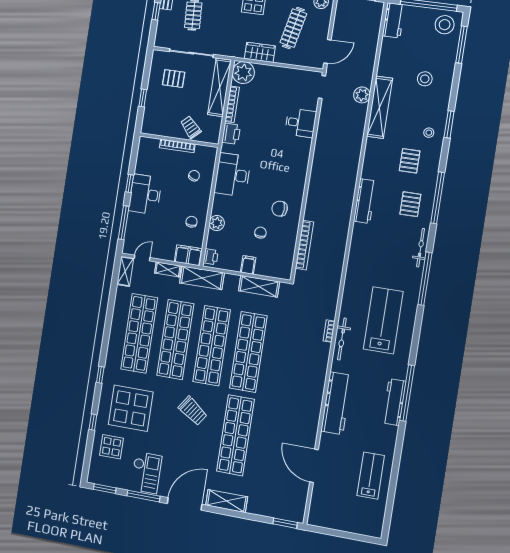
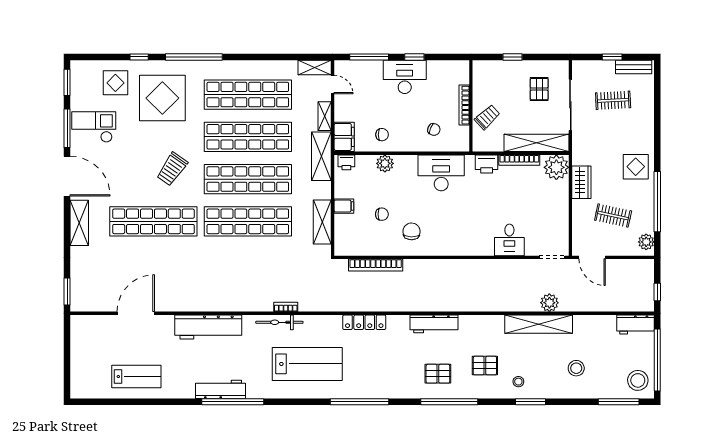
clothes rail: (293, 28) -> (613, 216), width x0.73
bicycle: (421, 248) -> (392, 392), removed
locker: (354, 263) -> (364, 322), added
window: (100, 375) -> (194, 57), width x3.17
checkout: (146, 473) -> (94, 127), turned 180

